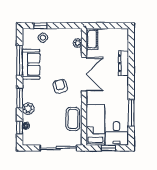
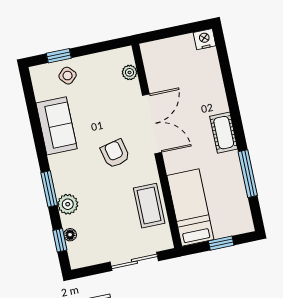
nightstand: (123, 33) -> (205, 39), added
cot: (92, 39) -> (224, 133), moved
window: (20, 60) -> (35, 124), removed
dresser: (124, 63) -> (217, 90), removed
desk: (116, 134) -> (230, 215), removed
sliding door: (58, 148) -> (134, 261), width x0.73

